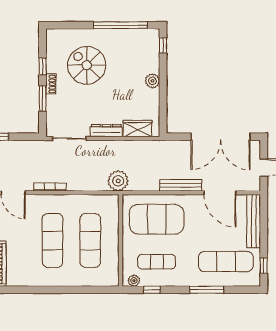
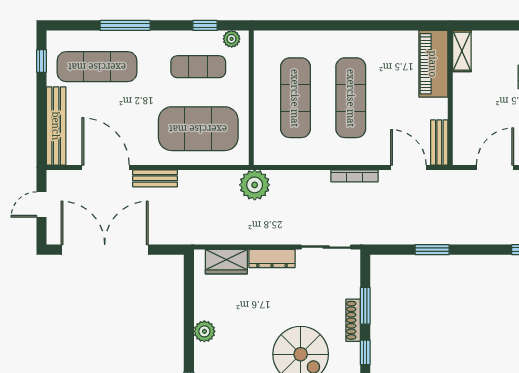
shoe rack: (51, 84) -> (353, 320), width x1.43
bench: (181, 185) -> (155, 178), width x0.73

